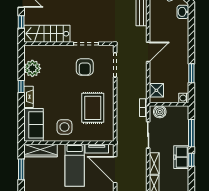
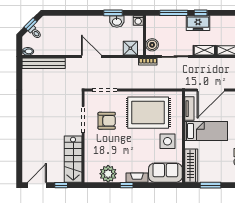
washbasin: (183, 12) -> (117, 21), moved
rug: (93, 108) -> (148, 113), width x1.37, depth x1.44

